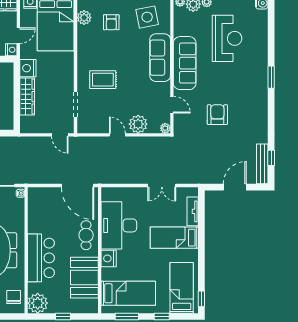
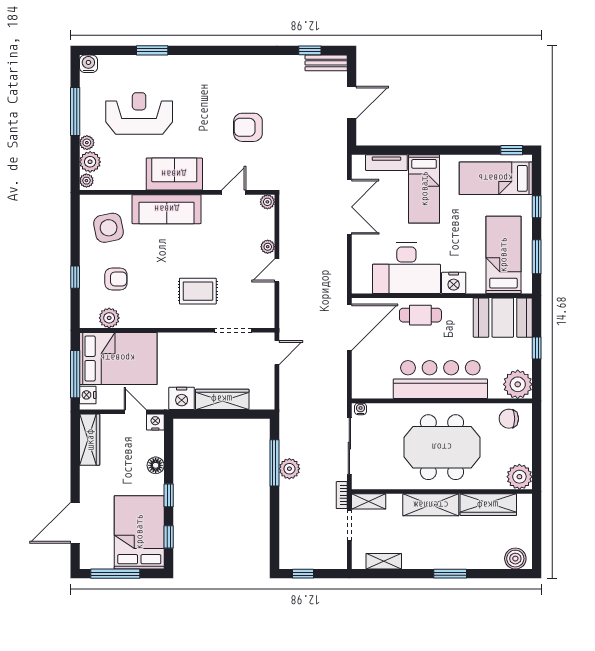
sofa: (185, 63) -> (174, 174), width x0.73
window: (271, 77) -> (152, 50), moved
rug: (103, 80) -> (198, 291), turned 90
plant: (138, 124) -> (268, 247), width x0.53, depth x0.53
bench: (262, 164) -> (326, 63), width x0.73
double door: (162, 185) -> (349, 207), width x1.37
door: (235, 187) -> (352, 103), swing flipped
bar counter: (41, 258) -> (440, 380), width x1.36
booth: (84, 278) -> (503, 318), moved

